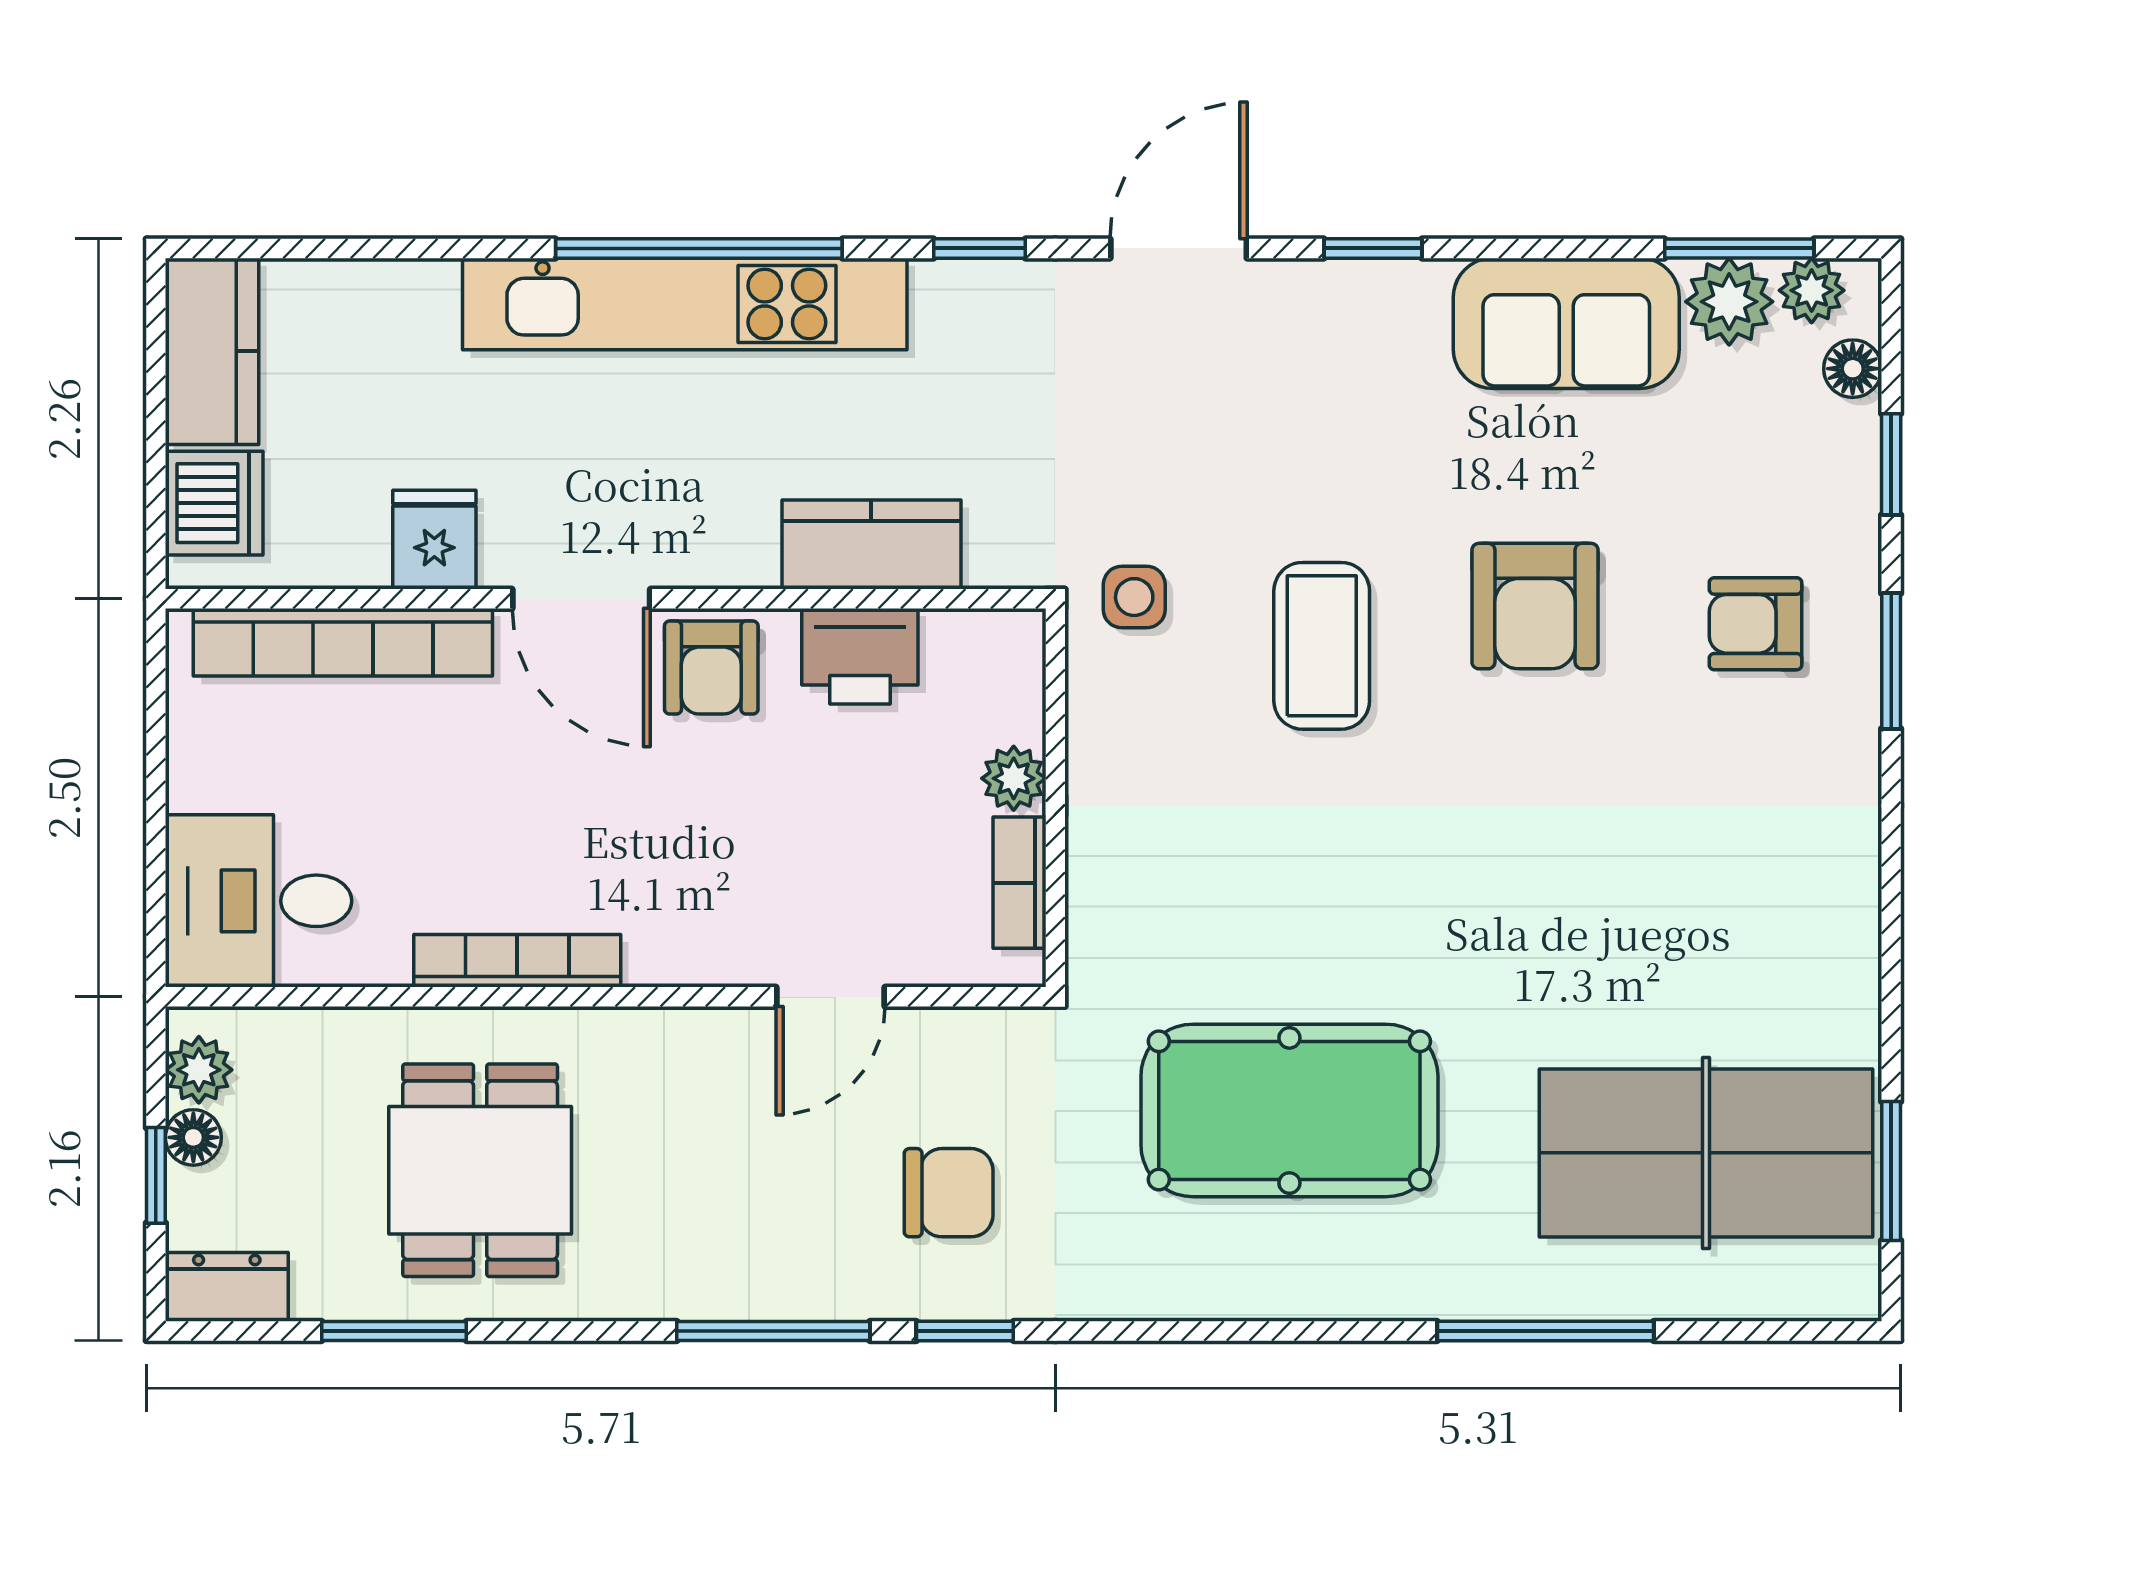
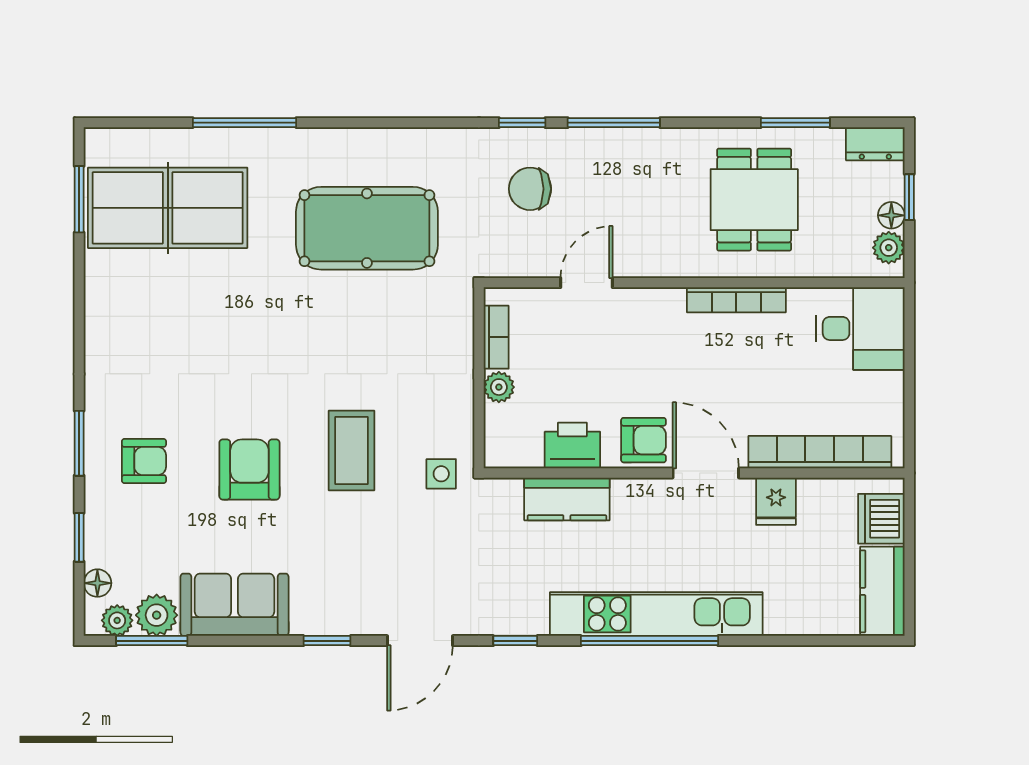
armchair: (711, 667) -> (644, 440), turned 90

